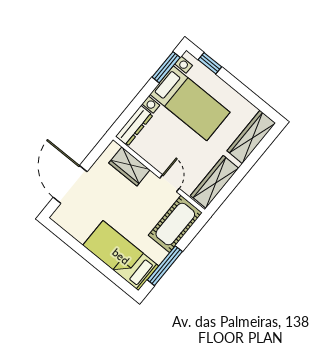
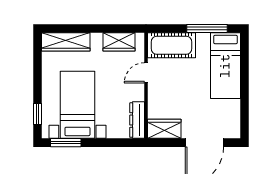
dresser: (134, 126) -> (137, 120), moved, turned -90
wardrobe: (129, 166) -> (164, 129), moved, turned -90
wardrobe: (215, 182) -> (119, 42), width x0.67

